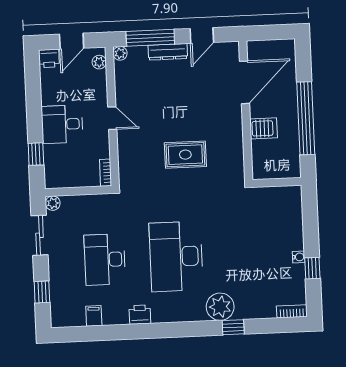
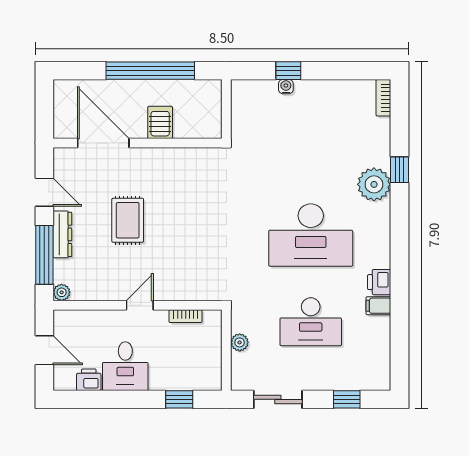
printer: (49, 58) -> (89, 380), moved, turned -90
plant: (99, 62) -> (71, 318), removed
desk: (62, 124) -> (125, 366), moved
rug: (185, 155) -> (128, 220), moved
bookcase: (106, 173) -> (186, 316), moved
plant: (53, 203) -> (240, 342), moved
water cooler: (299, 257) -> (286, 87), moved
window: (312, 268) -> (288, 71), moved
filing cabinet: (94, 316) -> (378, 306), moved

